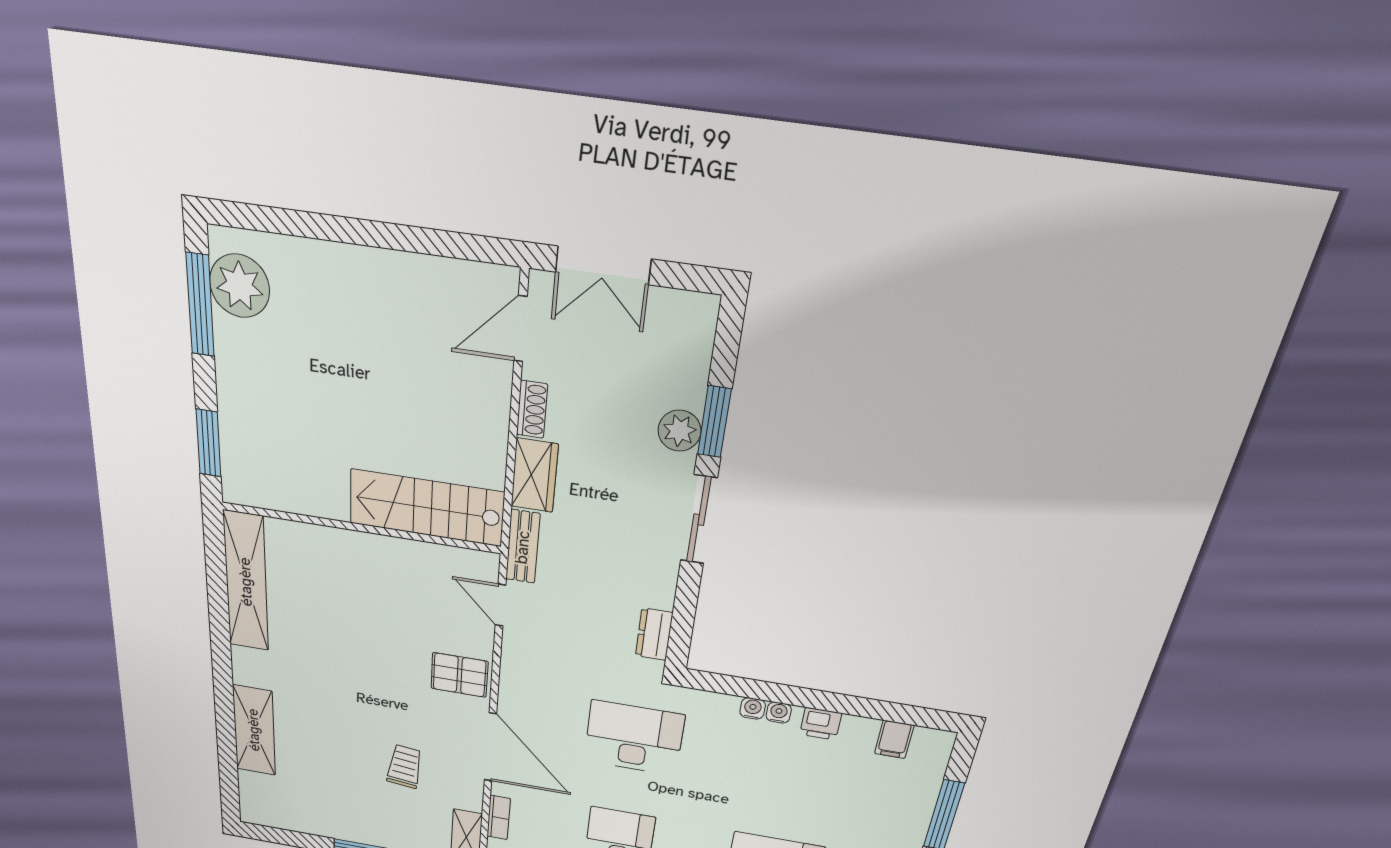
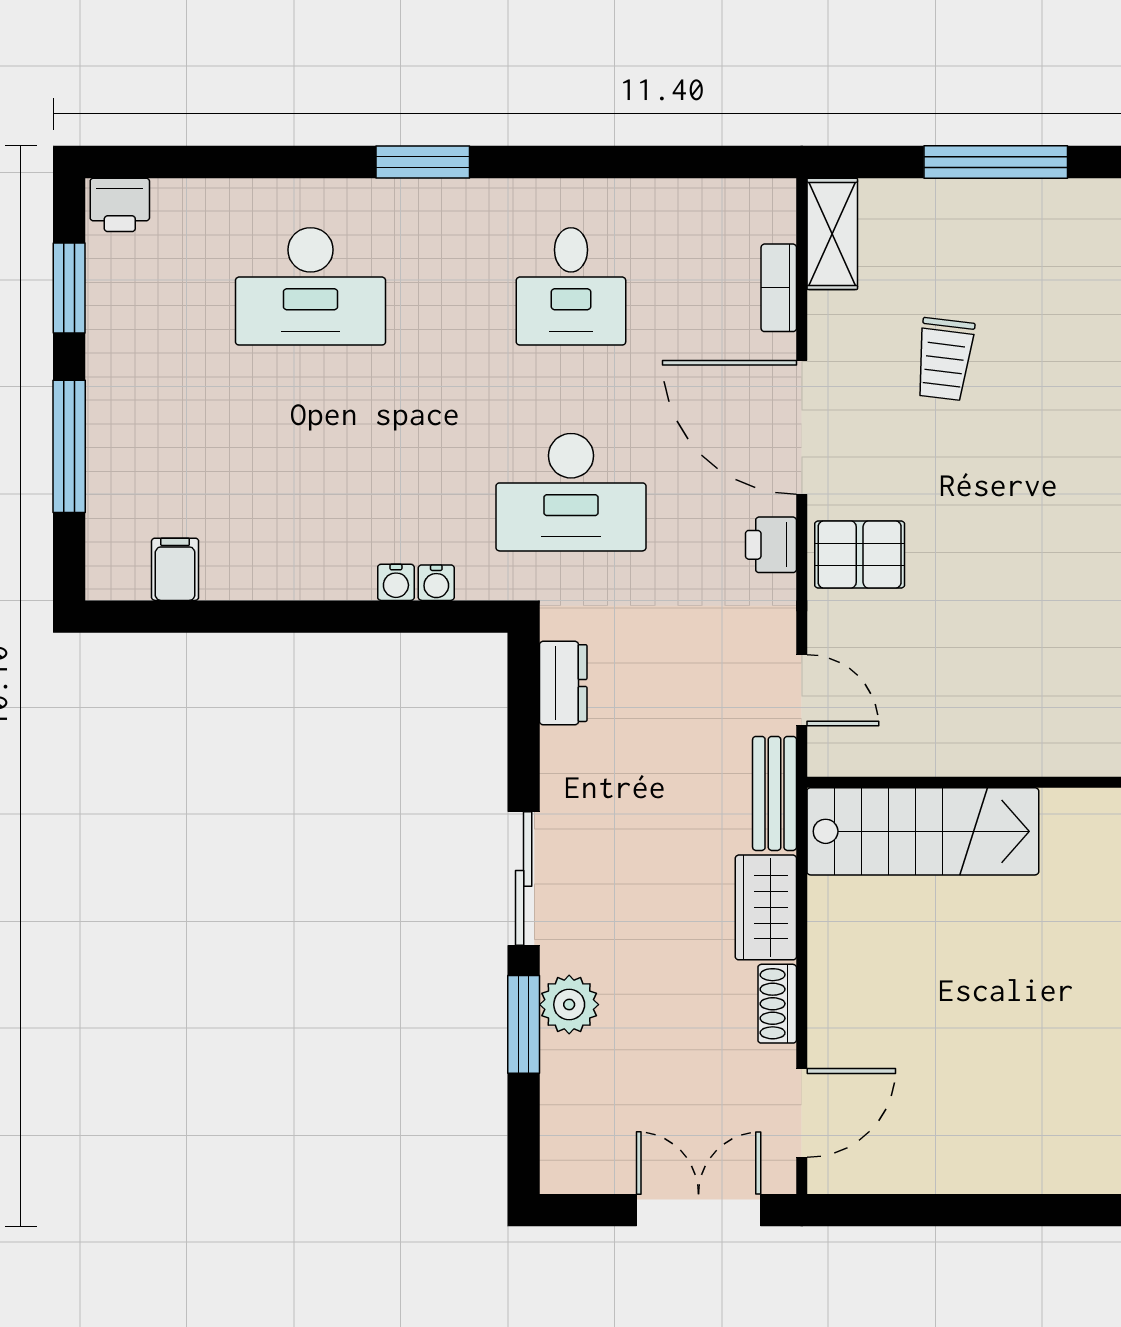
water cooler: (779, 713) -> (436, 583), moved
printer: (821, 724) -> (771, 545), moved, turned -90

